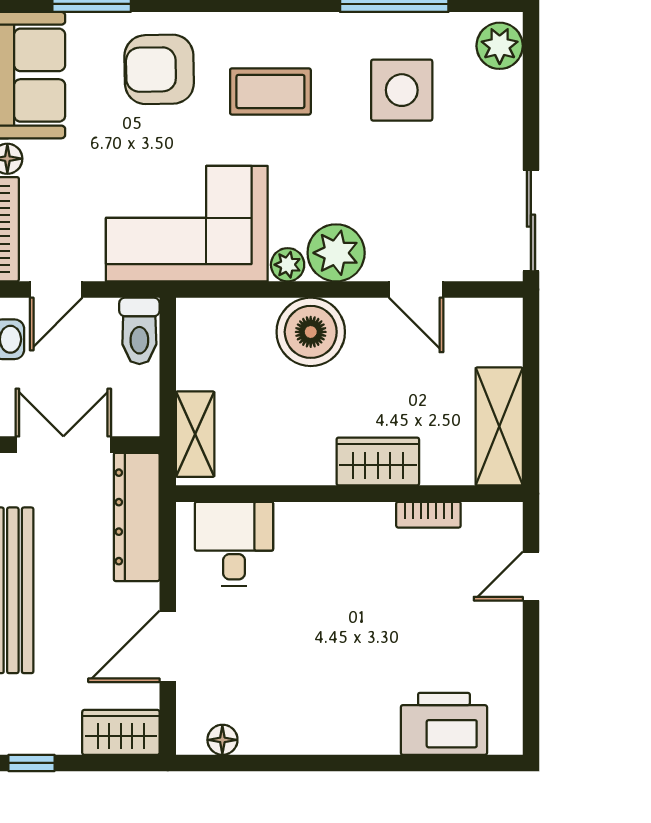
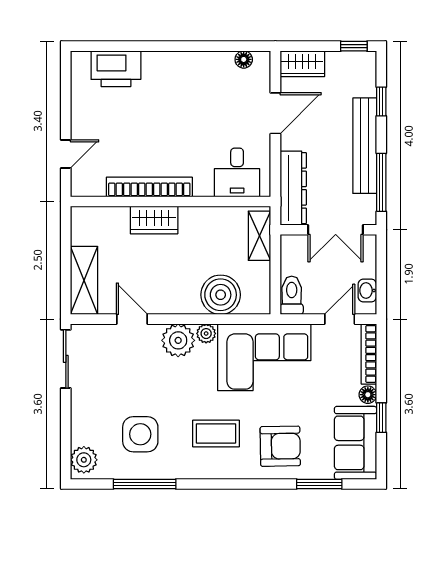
boiler: (311, 332) -> (221, 295), moved
shelving: (499, 426) -> (84, 280), moved
bookcase: (428, 515) -> (149, 187), width x2.31, depth x1.31

